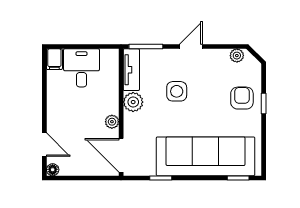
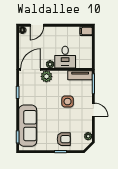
desk: (82, 68) -> (65, 57), moved, turned 90
plant: (133, 102) -> (46, 76), moved
sofa: (206, 156) -> (28, 126), width x0.74, depth x0.79

